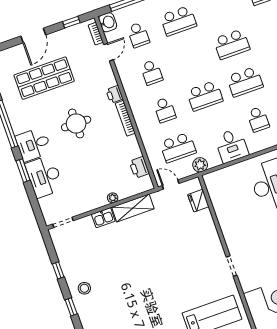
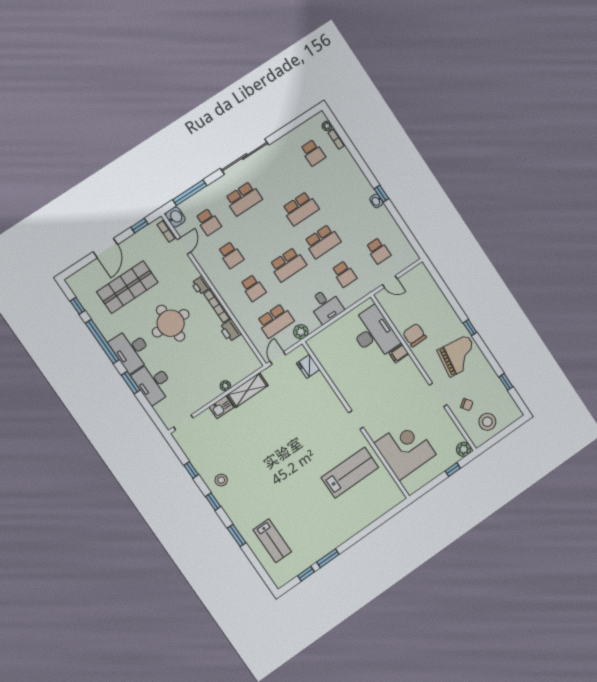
round table: (76, 123) -> (171, 323), width x1.36, depth x1.36
desk: (34, 144) -> (131, 350), width x1.37
printer: (139, 167) -> (230, 331), moved
door: (171, 185) -> (278, 358), hinge flipped

